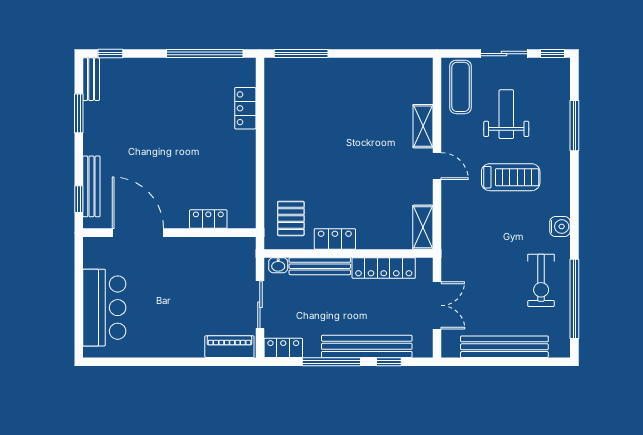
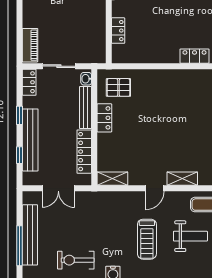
window: (331, 362) -> (20, 115), width x0.46
window: (520, 362) -> (20, 246), added

